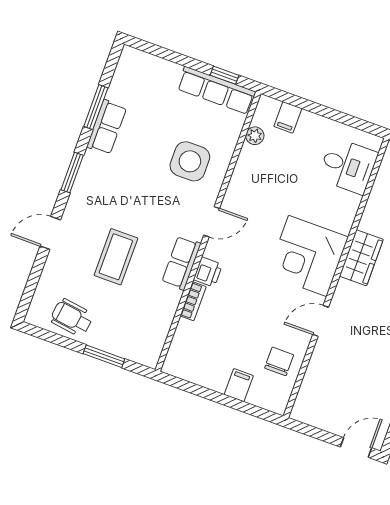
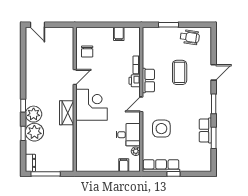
window: (225, 75) -> (173, 174), moved
desk: (348, 166) -> (128, 135), moved, turned 180
filing cabinet: (239, 385) -> (119, 34), moved
door: (356, 447) -> (37, 25), hinge flipped

